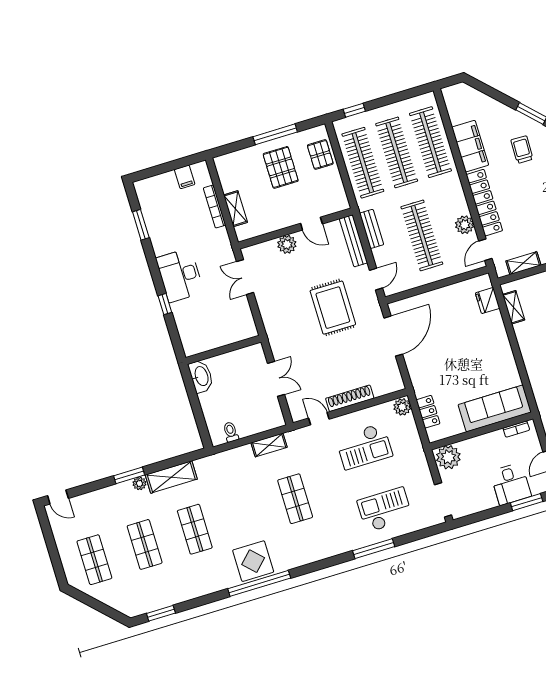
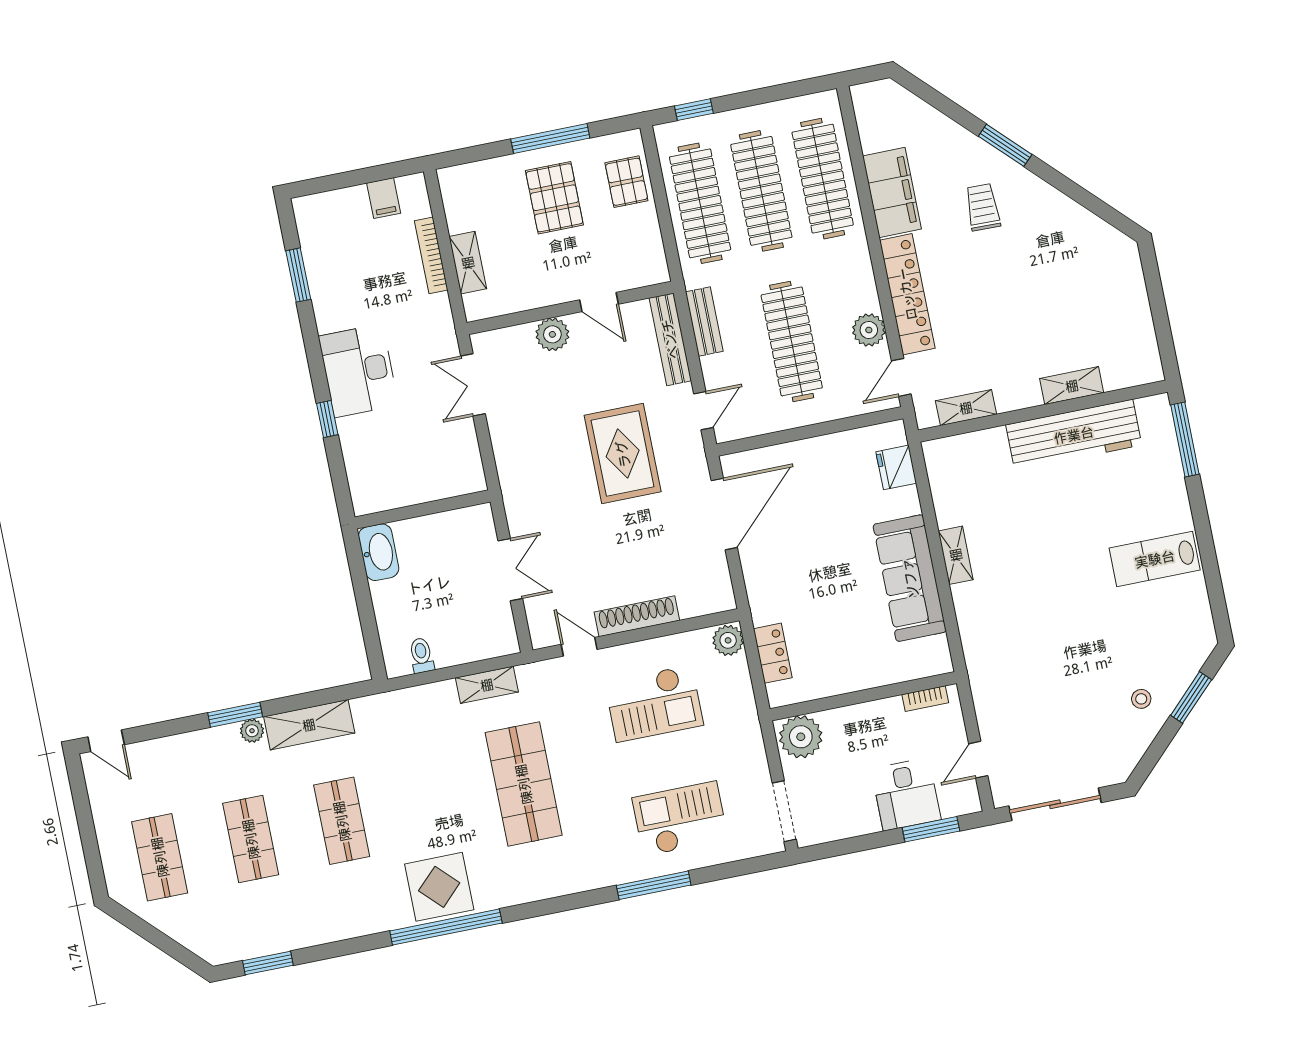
shelving: (514, 307) -> (956, 555), moved
sofa: (495, 408) -> (910, 578), moved, turned -90
shop shelf: (295, 499) -> (524, 784), width x1.43, depth x1.36

